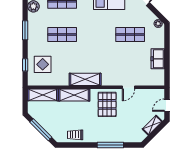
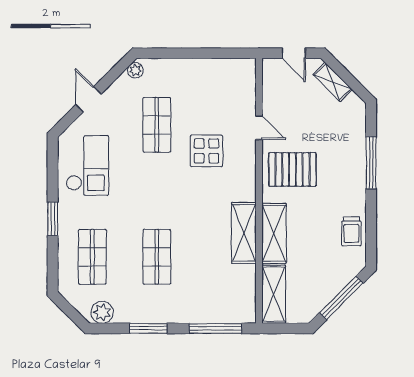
freezer: (158, 59) -> (204, 71), removed
display table: (43, 64) -> (206, 151), moved
window: (25, 65) -> (215, 328), width x2.17
shelving: (85, 79) -> (244, 233), moved

